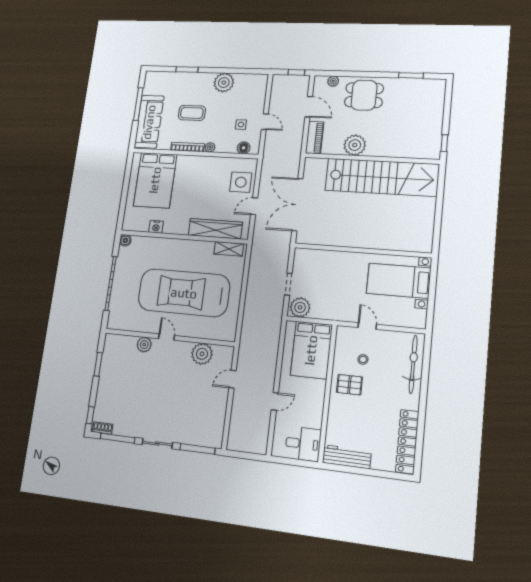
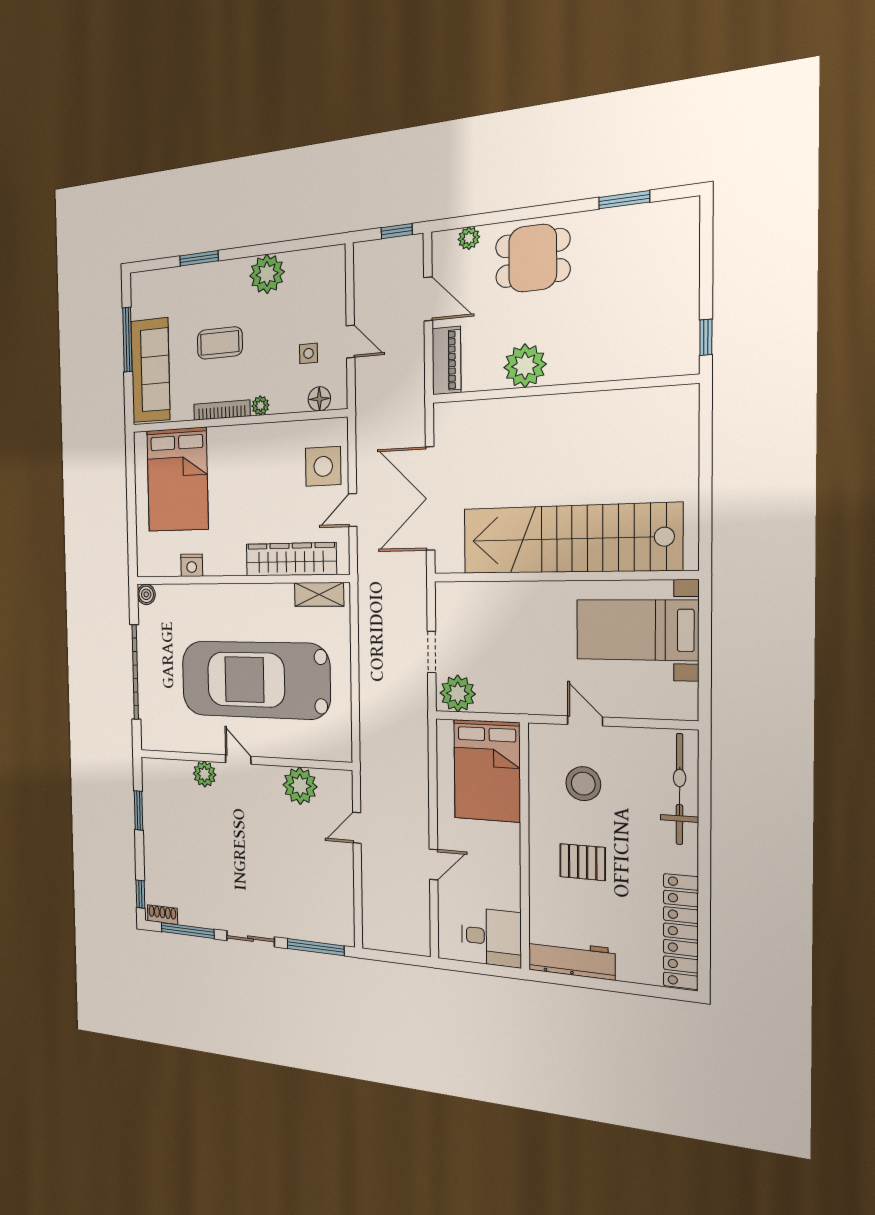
stairs: (382, 177) -> (570, 539), moved, turned 180
stool: (363, 359) -> (583, 784), width x1.89, depth x1.89
pallet: (349, 385) -> (583, 862), moved

